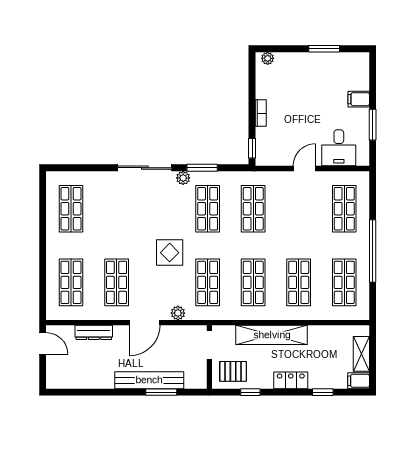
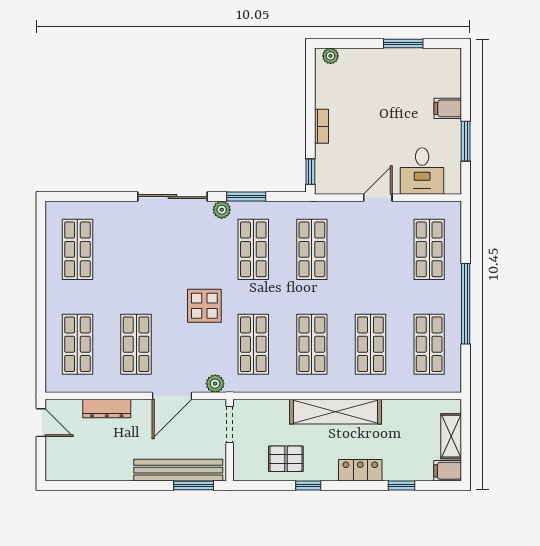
doorway: (209, 345) -> (230, 425), moved
wall: (209, 357) -> (230, 440), moved

